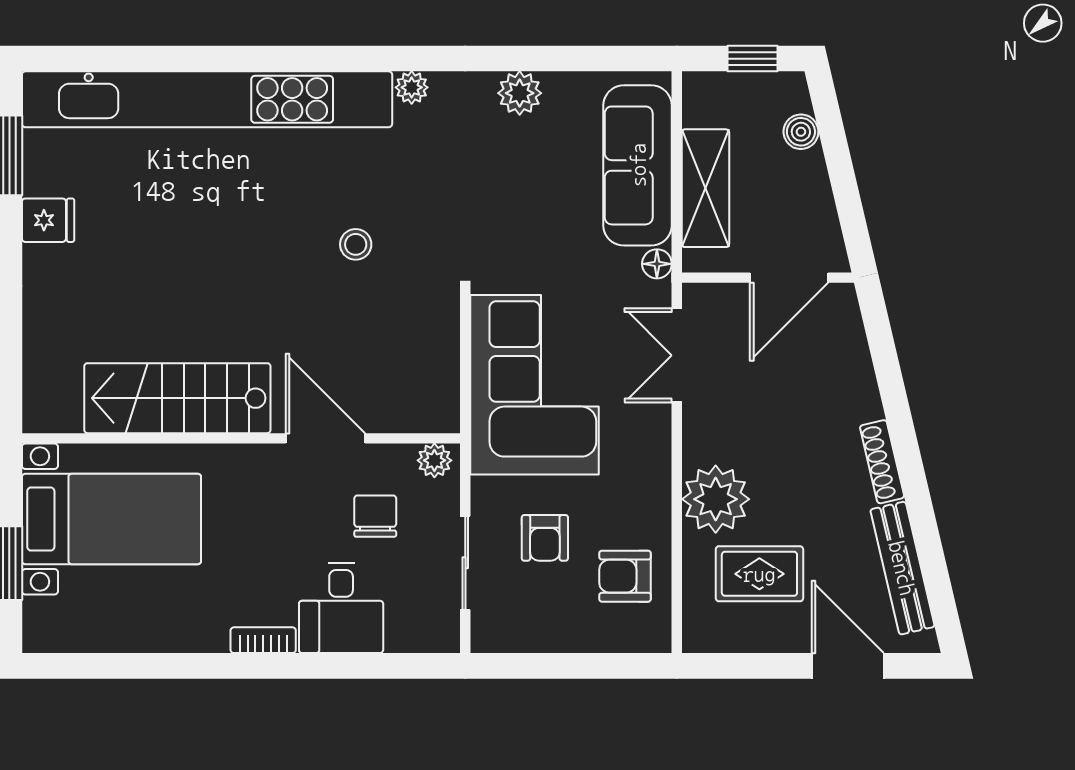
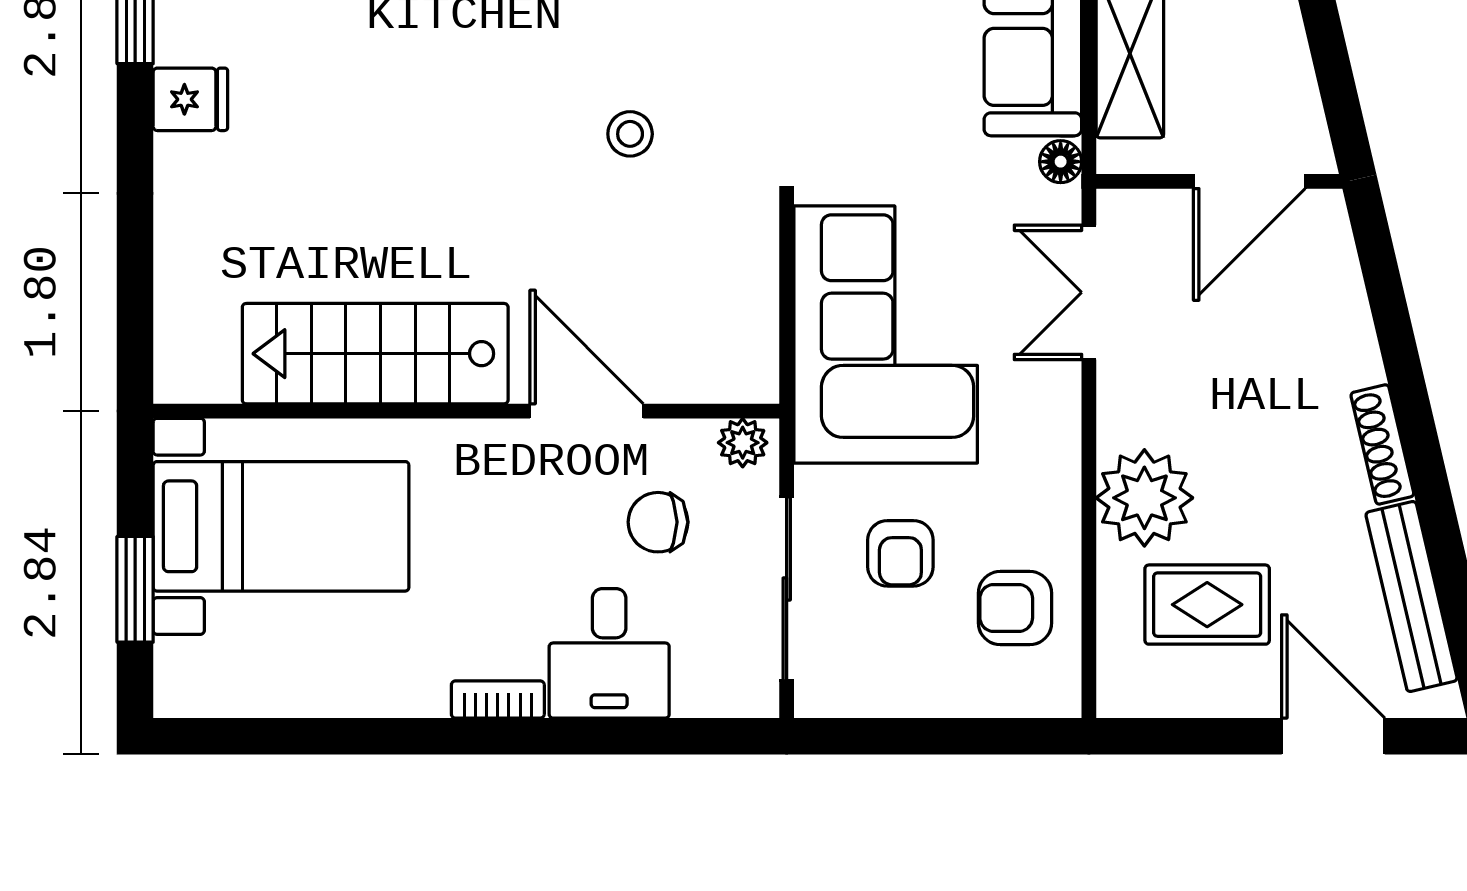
chair: (375, 516) -> (658, 522), turned -90
sliding door: (465, 563) -> (787, 589), width x1.37

